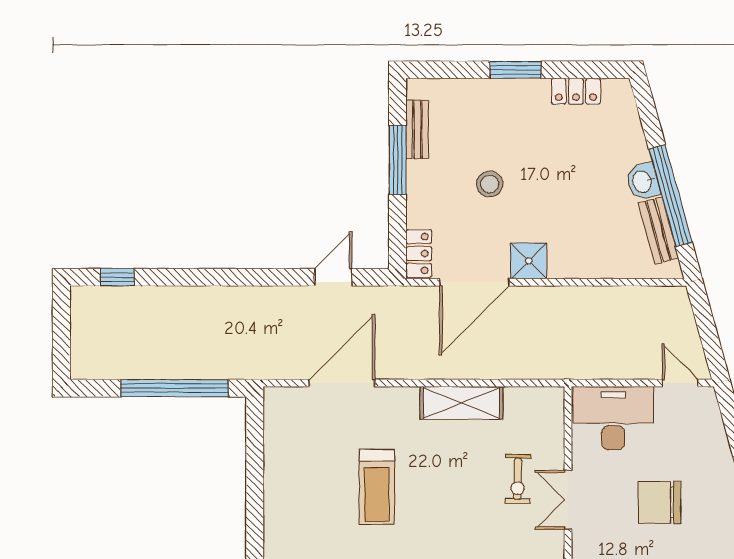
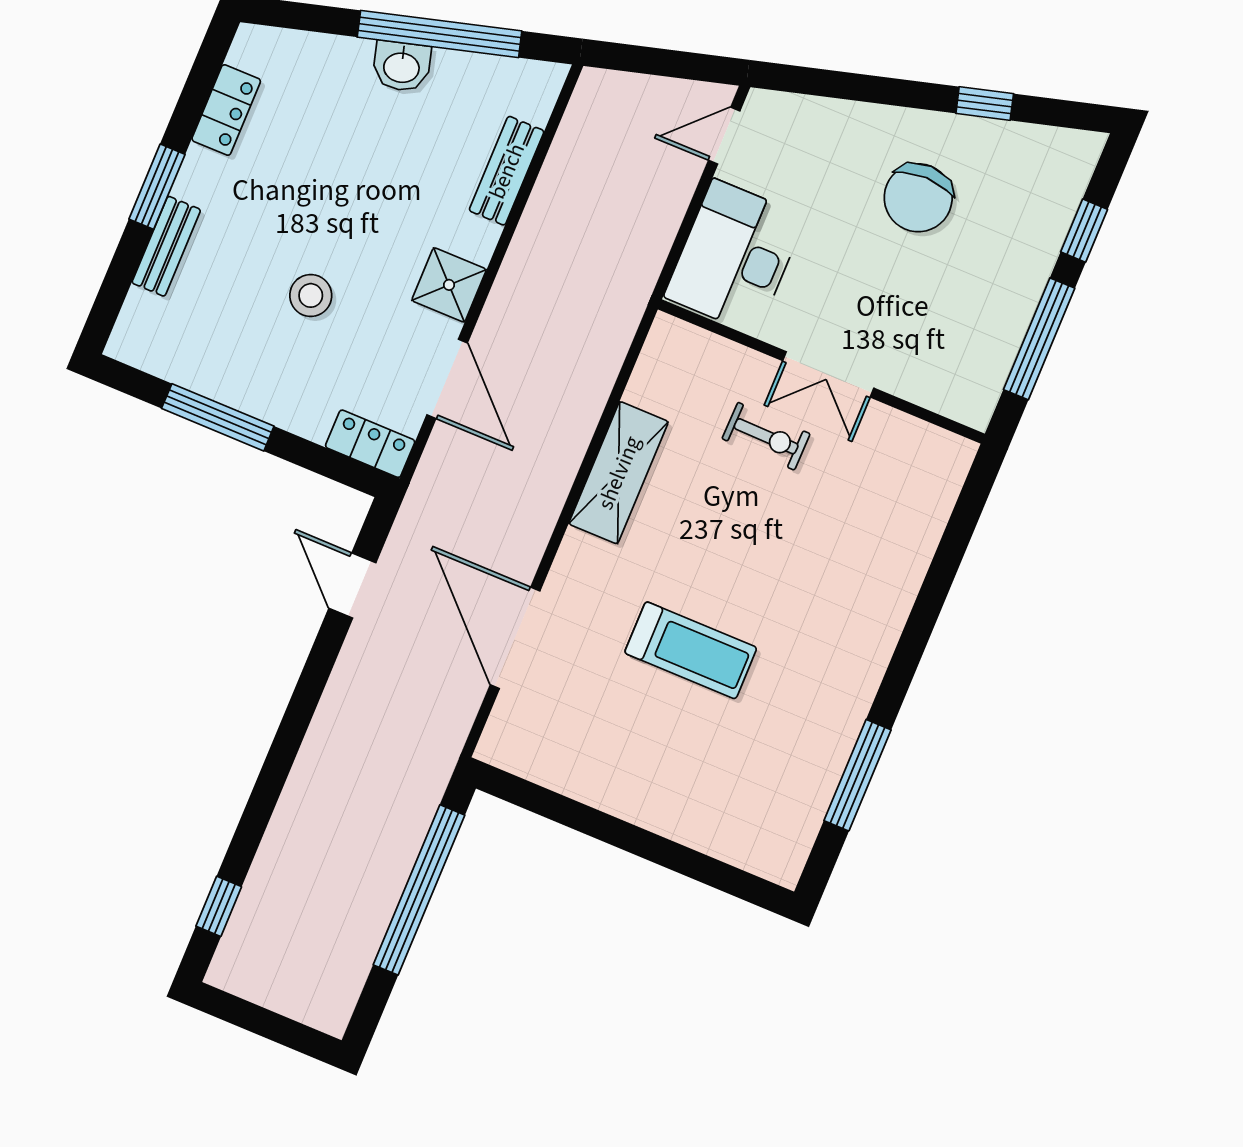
bench: (417, 129) -> (166, 246), moved, turned 90
bench: (659, 230) -> (507, 171), moved, turned -75
door: (474, 282) -> (447, 379), width x0.73
chair: (660, 502) -> (918, 198), moved

